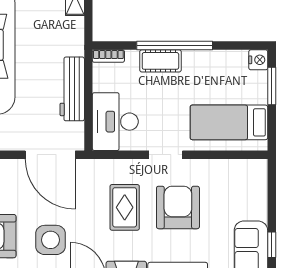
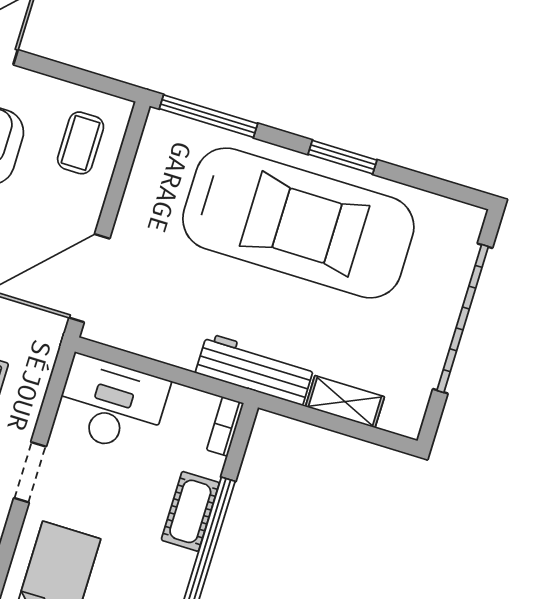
workbench: (72, 89) -> (255, 369), moved

